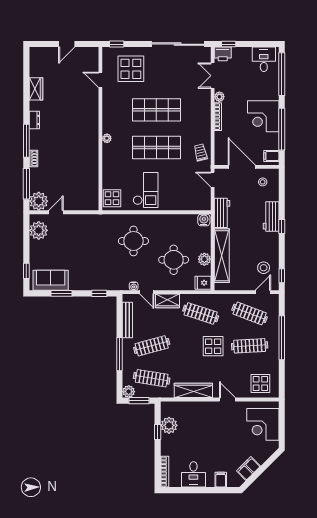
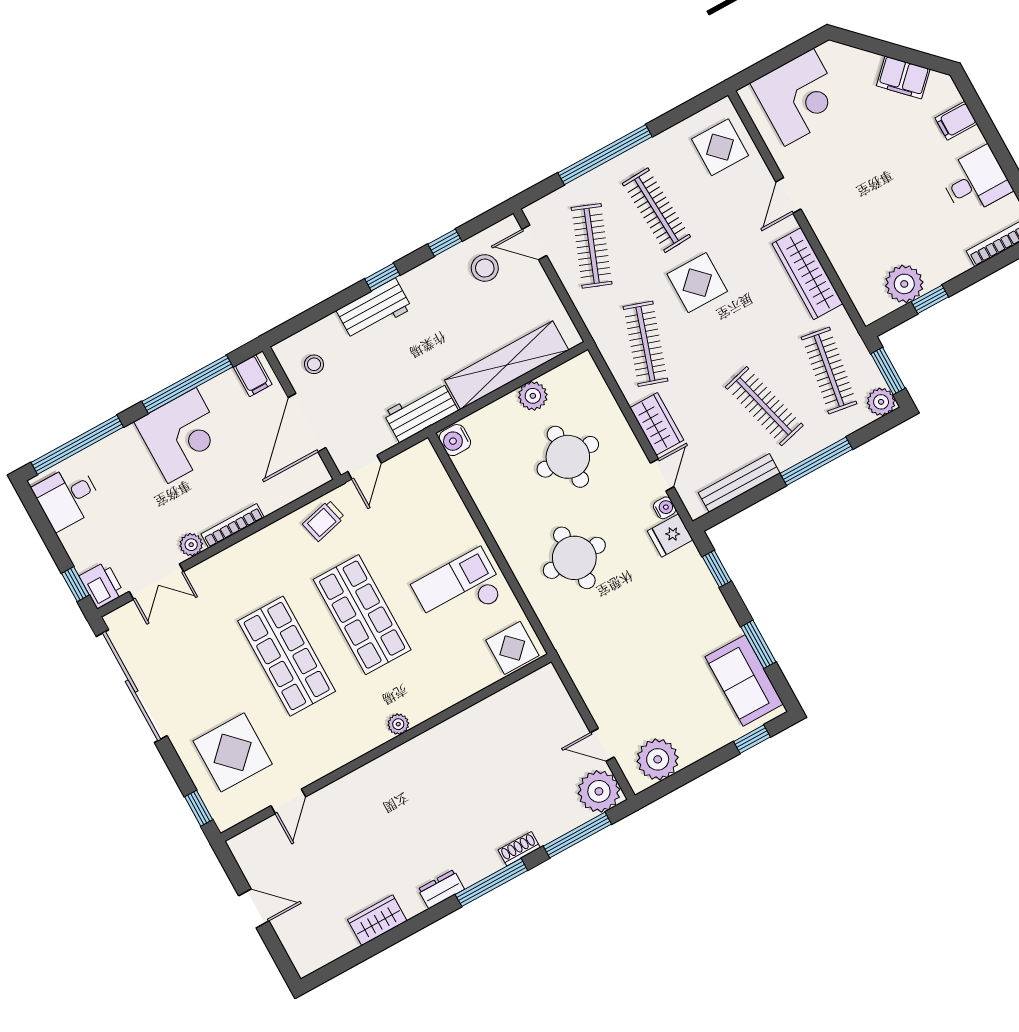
window: (282, 276) -> (445, 243), moved
fridge: (203, 283) -> (670, 535), moved, turned 90

